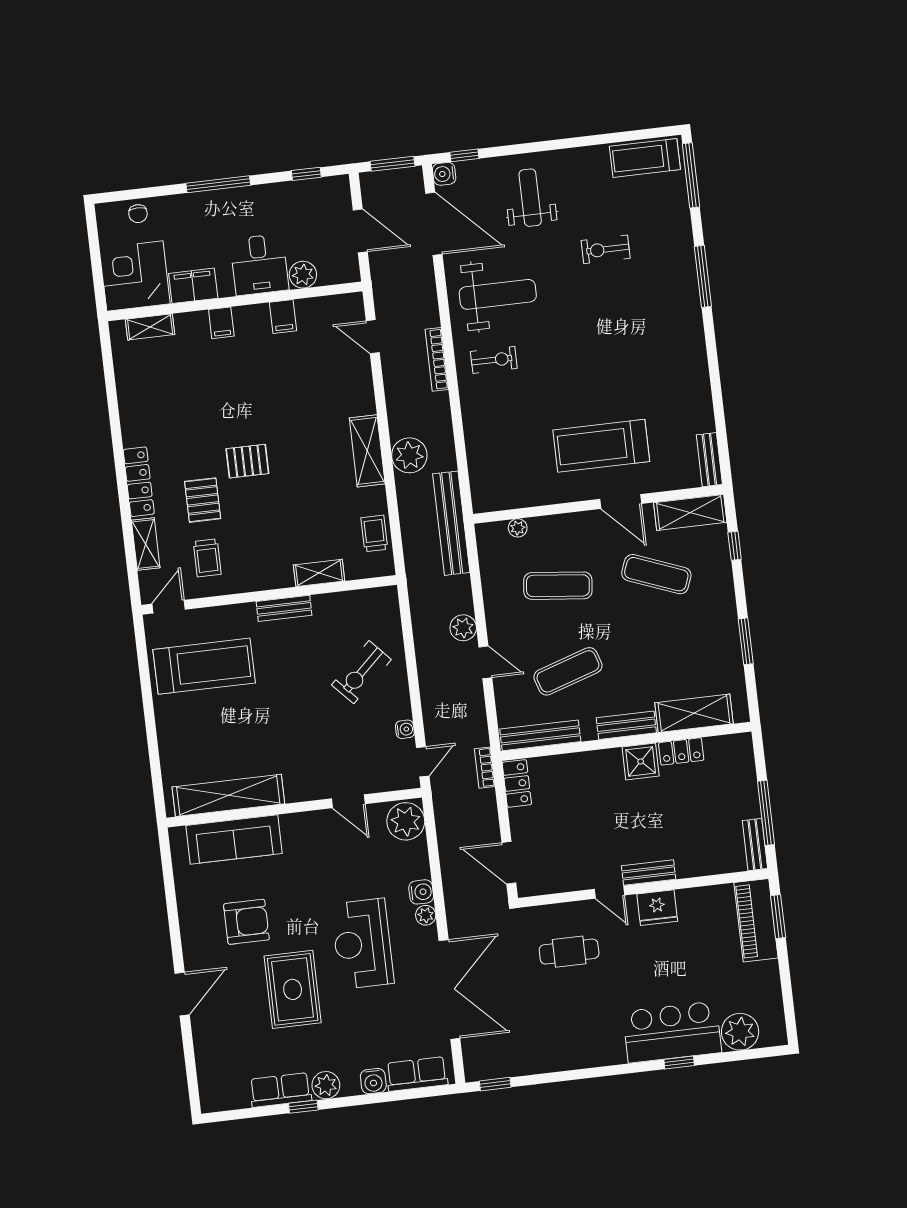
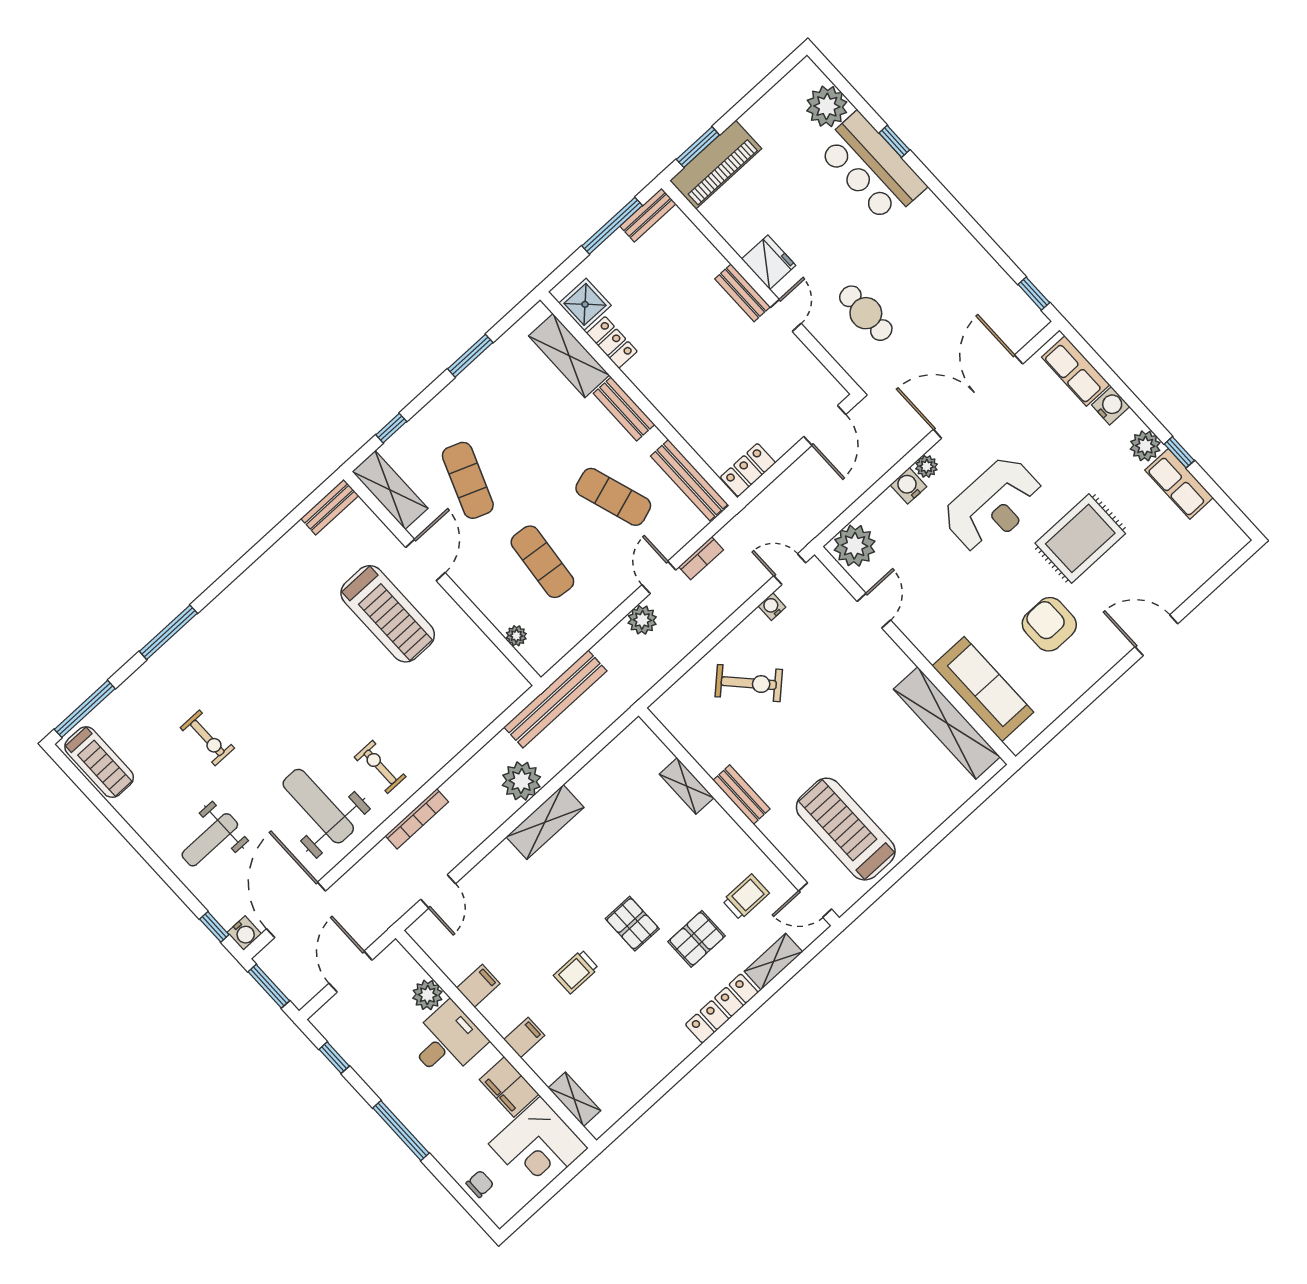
trolley: (374, 533) -> (576, 972), moved
shower: (641, 761) -> (585, 304), moved
bookcase: (485, 768) -> (701, 558), moved

